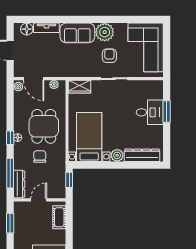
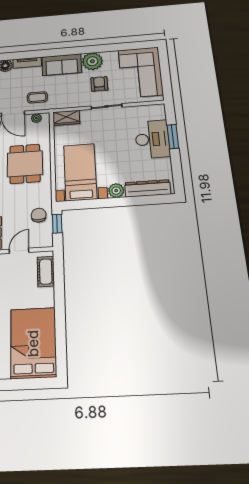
coffee table: (55, 64) -> (37, 97), added
desk: (150, 112) -> (152, 139), width x1.37
chair: (40, 157) -> (39, 215), moved

